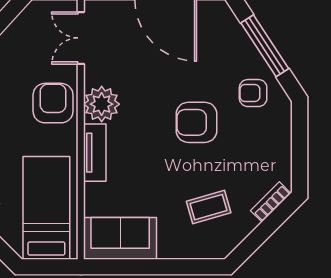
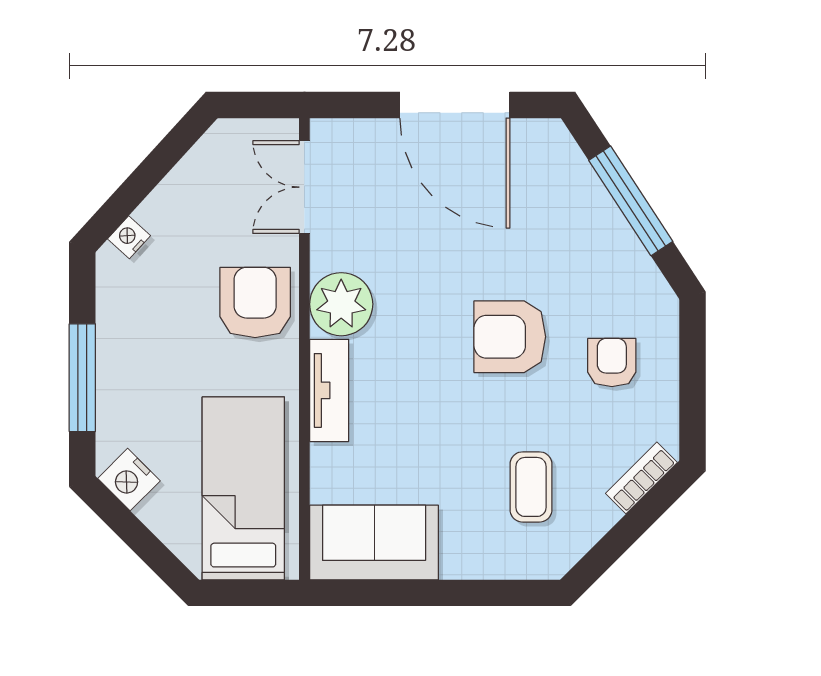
armchair: (253, 93) -> (612, 362), moved, turned 90
coffee table: (209, 207) -> (531, 487), turned -74

